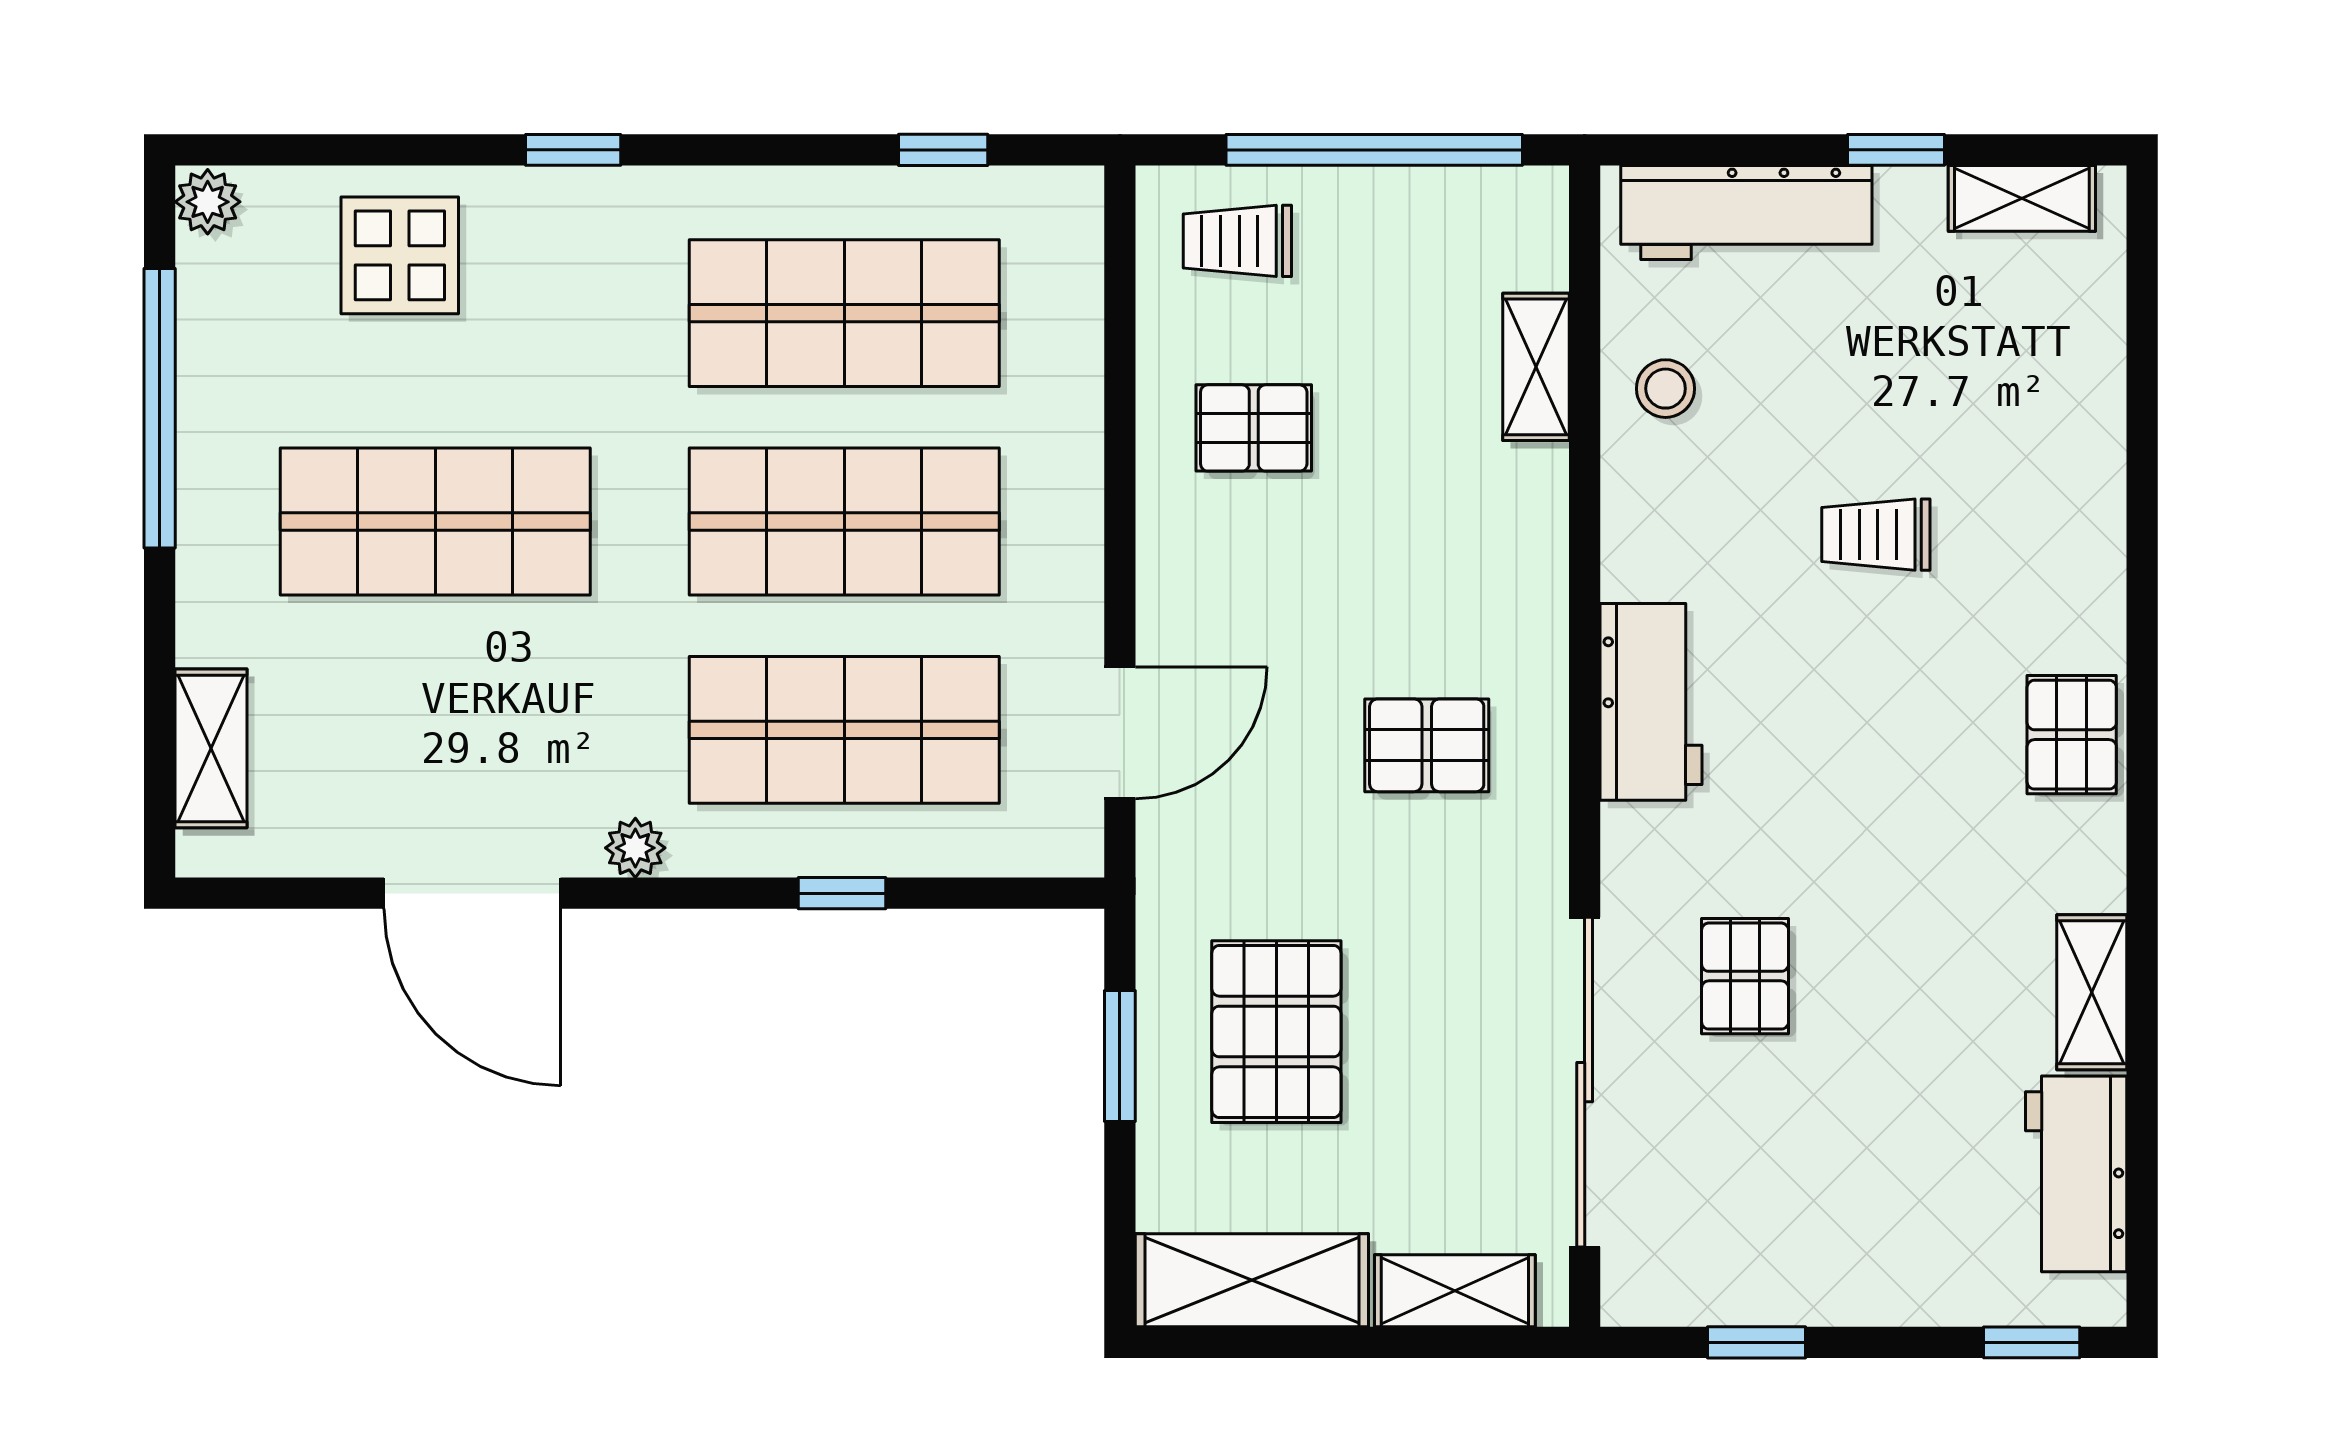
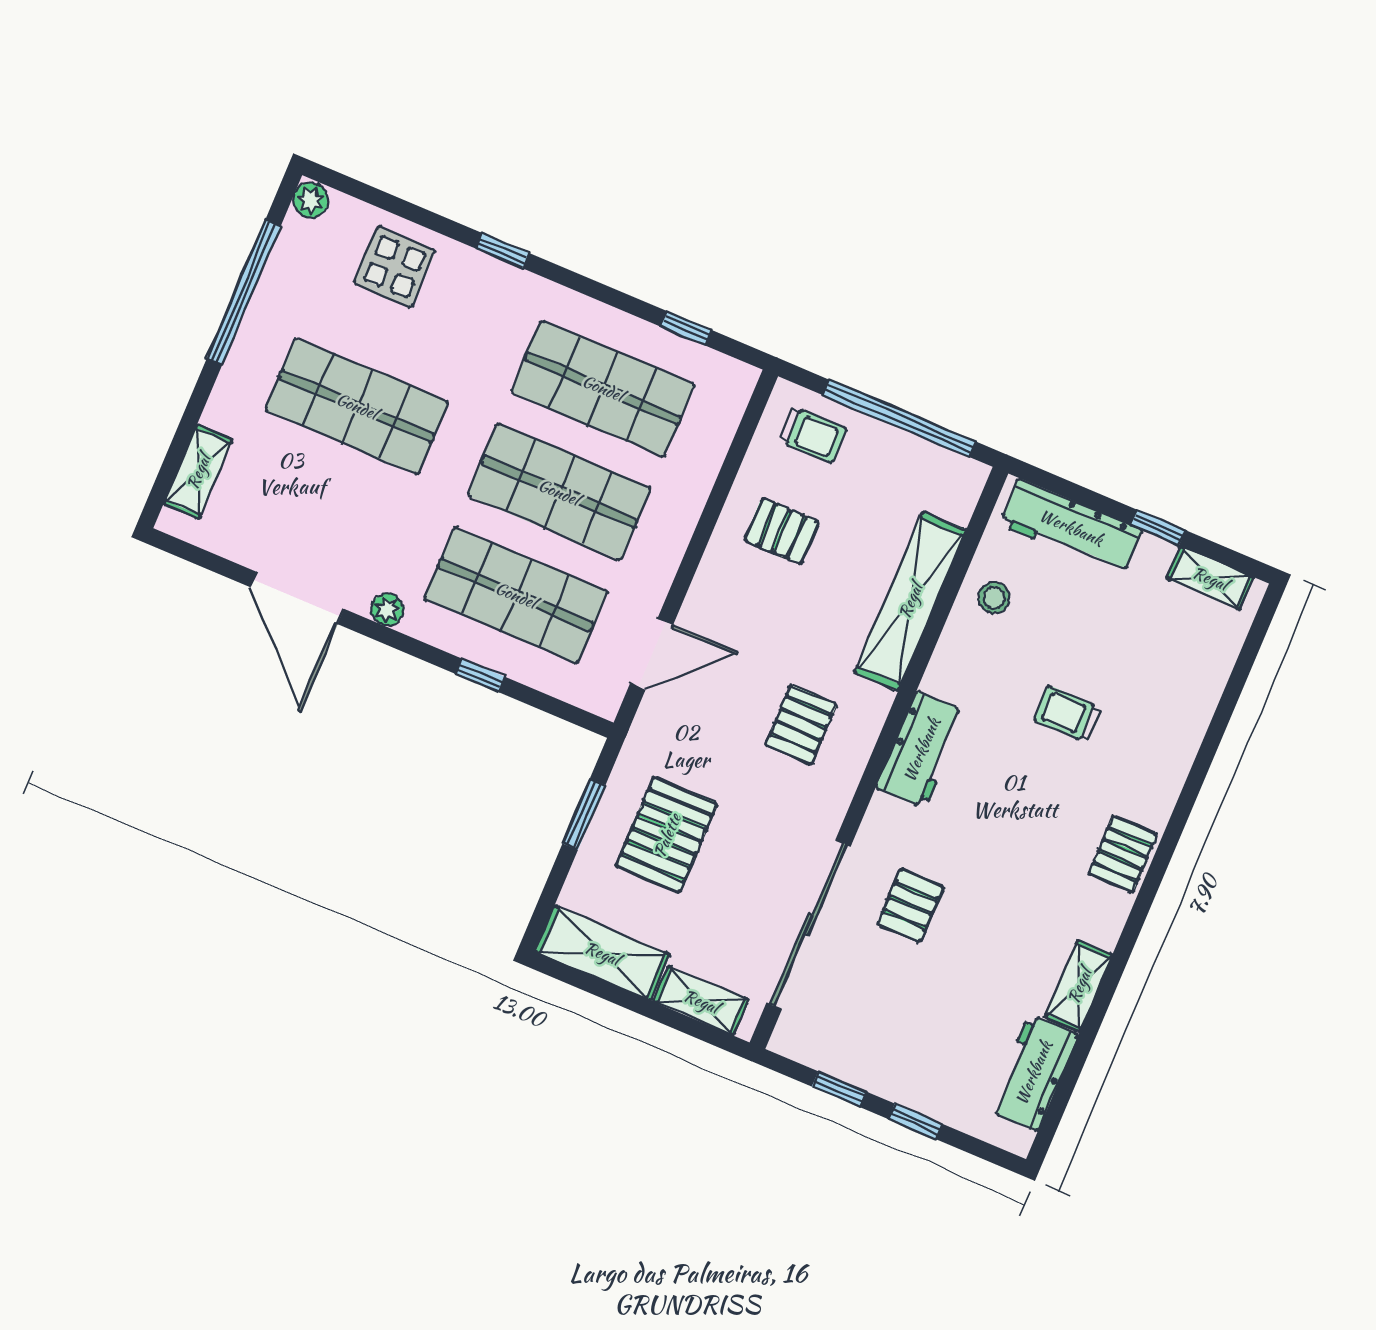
trolley: (1237, 241) -> (813, 435), turned 180
shelving: (1536, 367) -> (910, 601), width x2.20, depth x1.33
pallet: (1427, 745) -> (801, 724), turned 90
window: (2032, 1342) -> (915, 1121), moved

